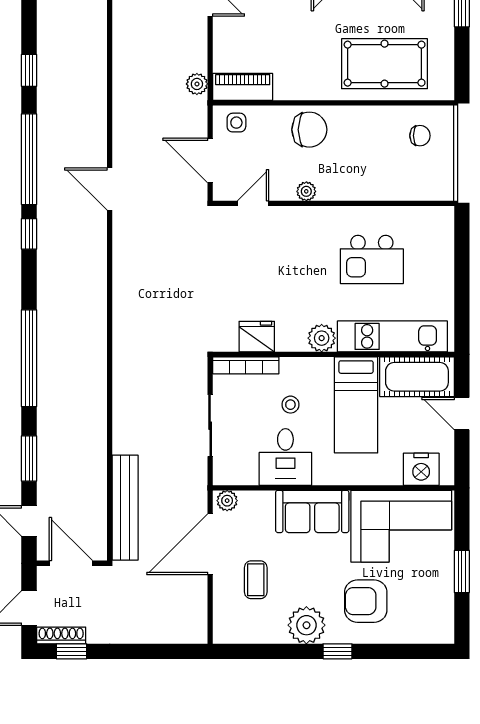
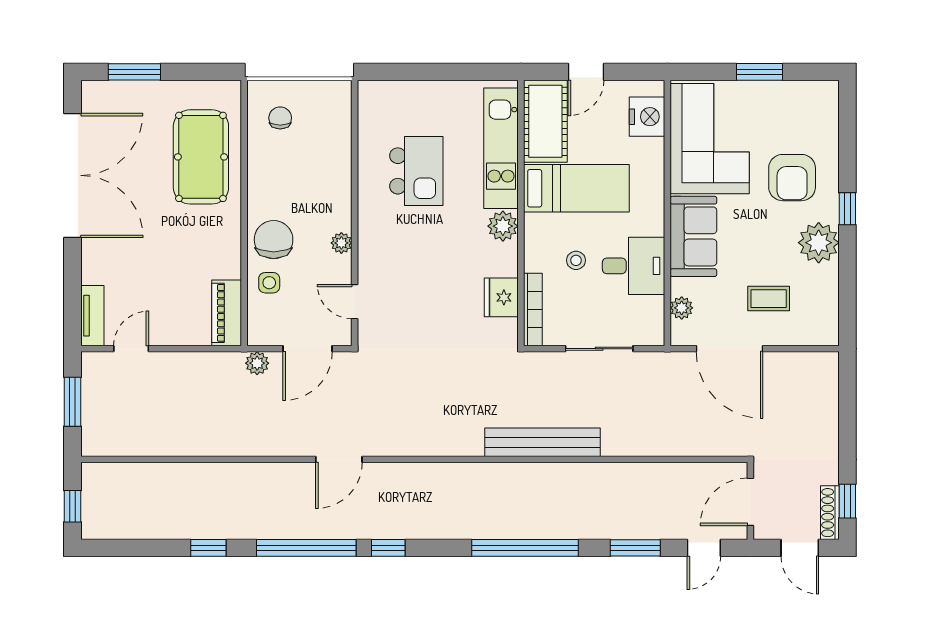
plant: (197, 84) -> (257, 363), moved
side table: (236, 123) -> (269, 283), moved
plant: (227, 501) -> (682, 308), moved
bench: (125, 508) -> (543, 442), moved

